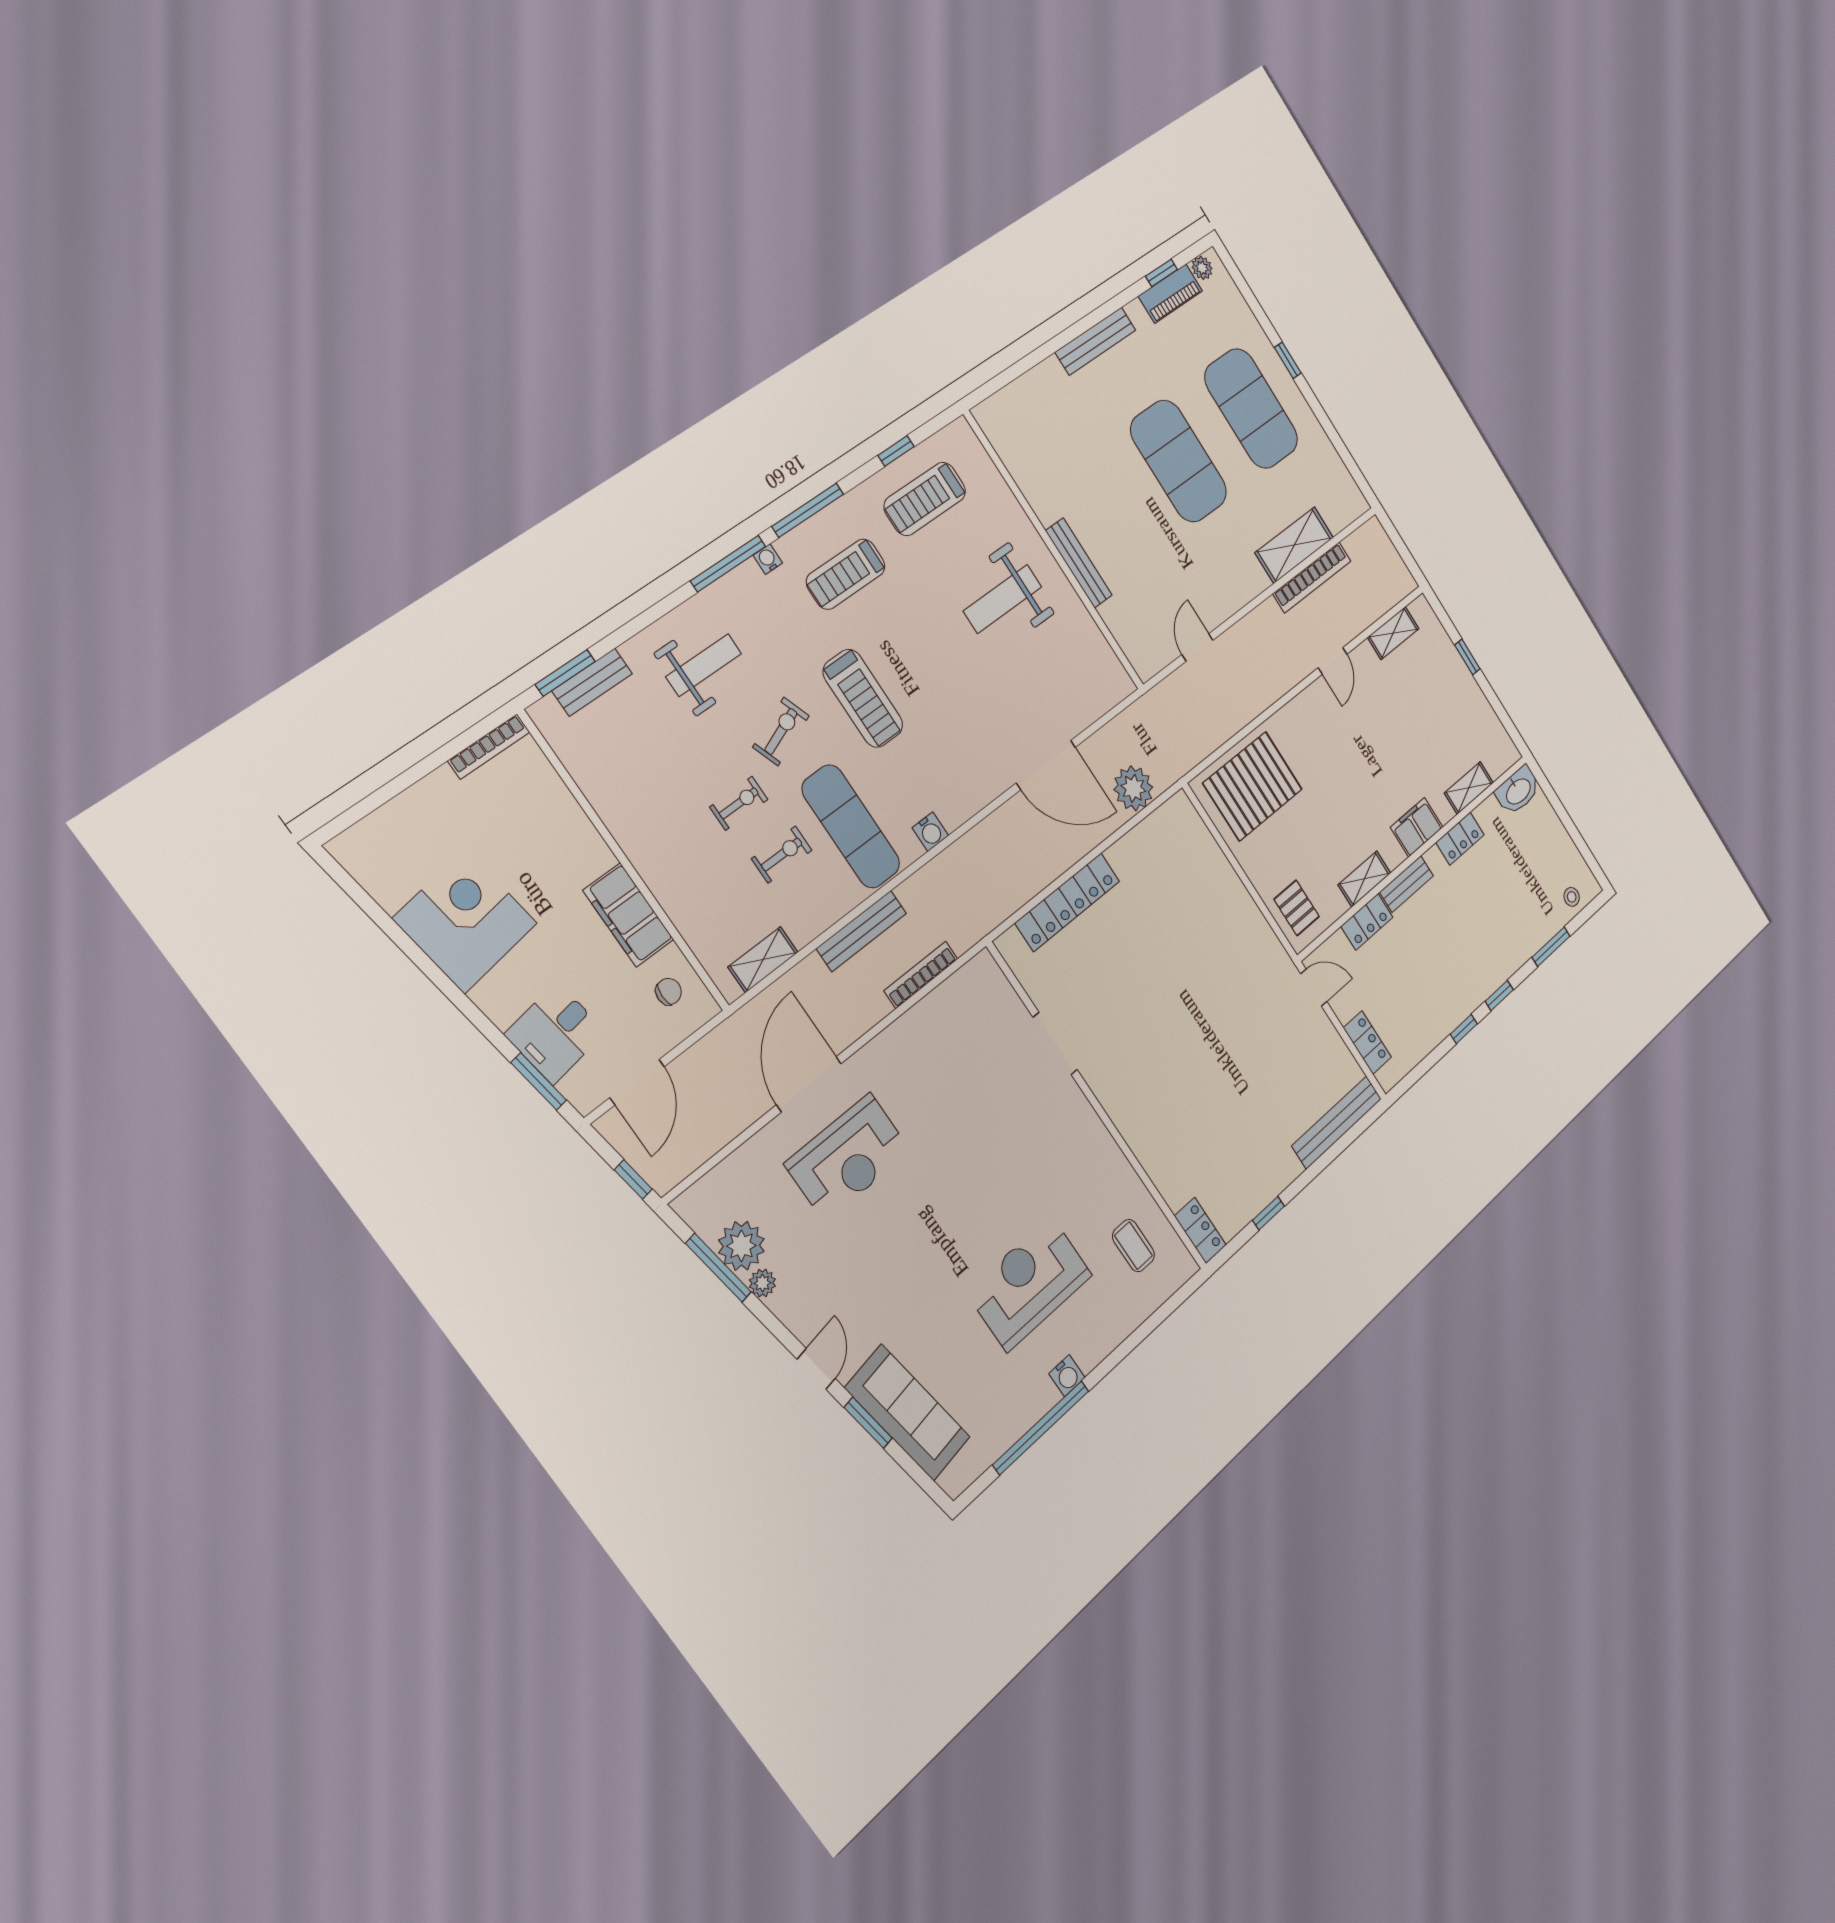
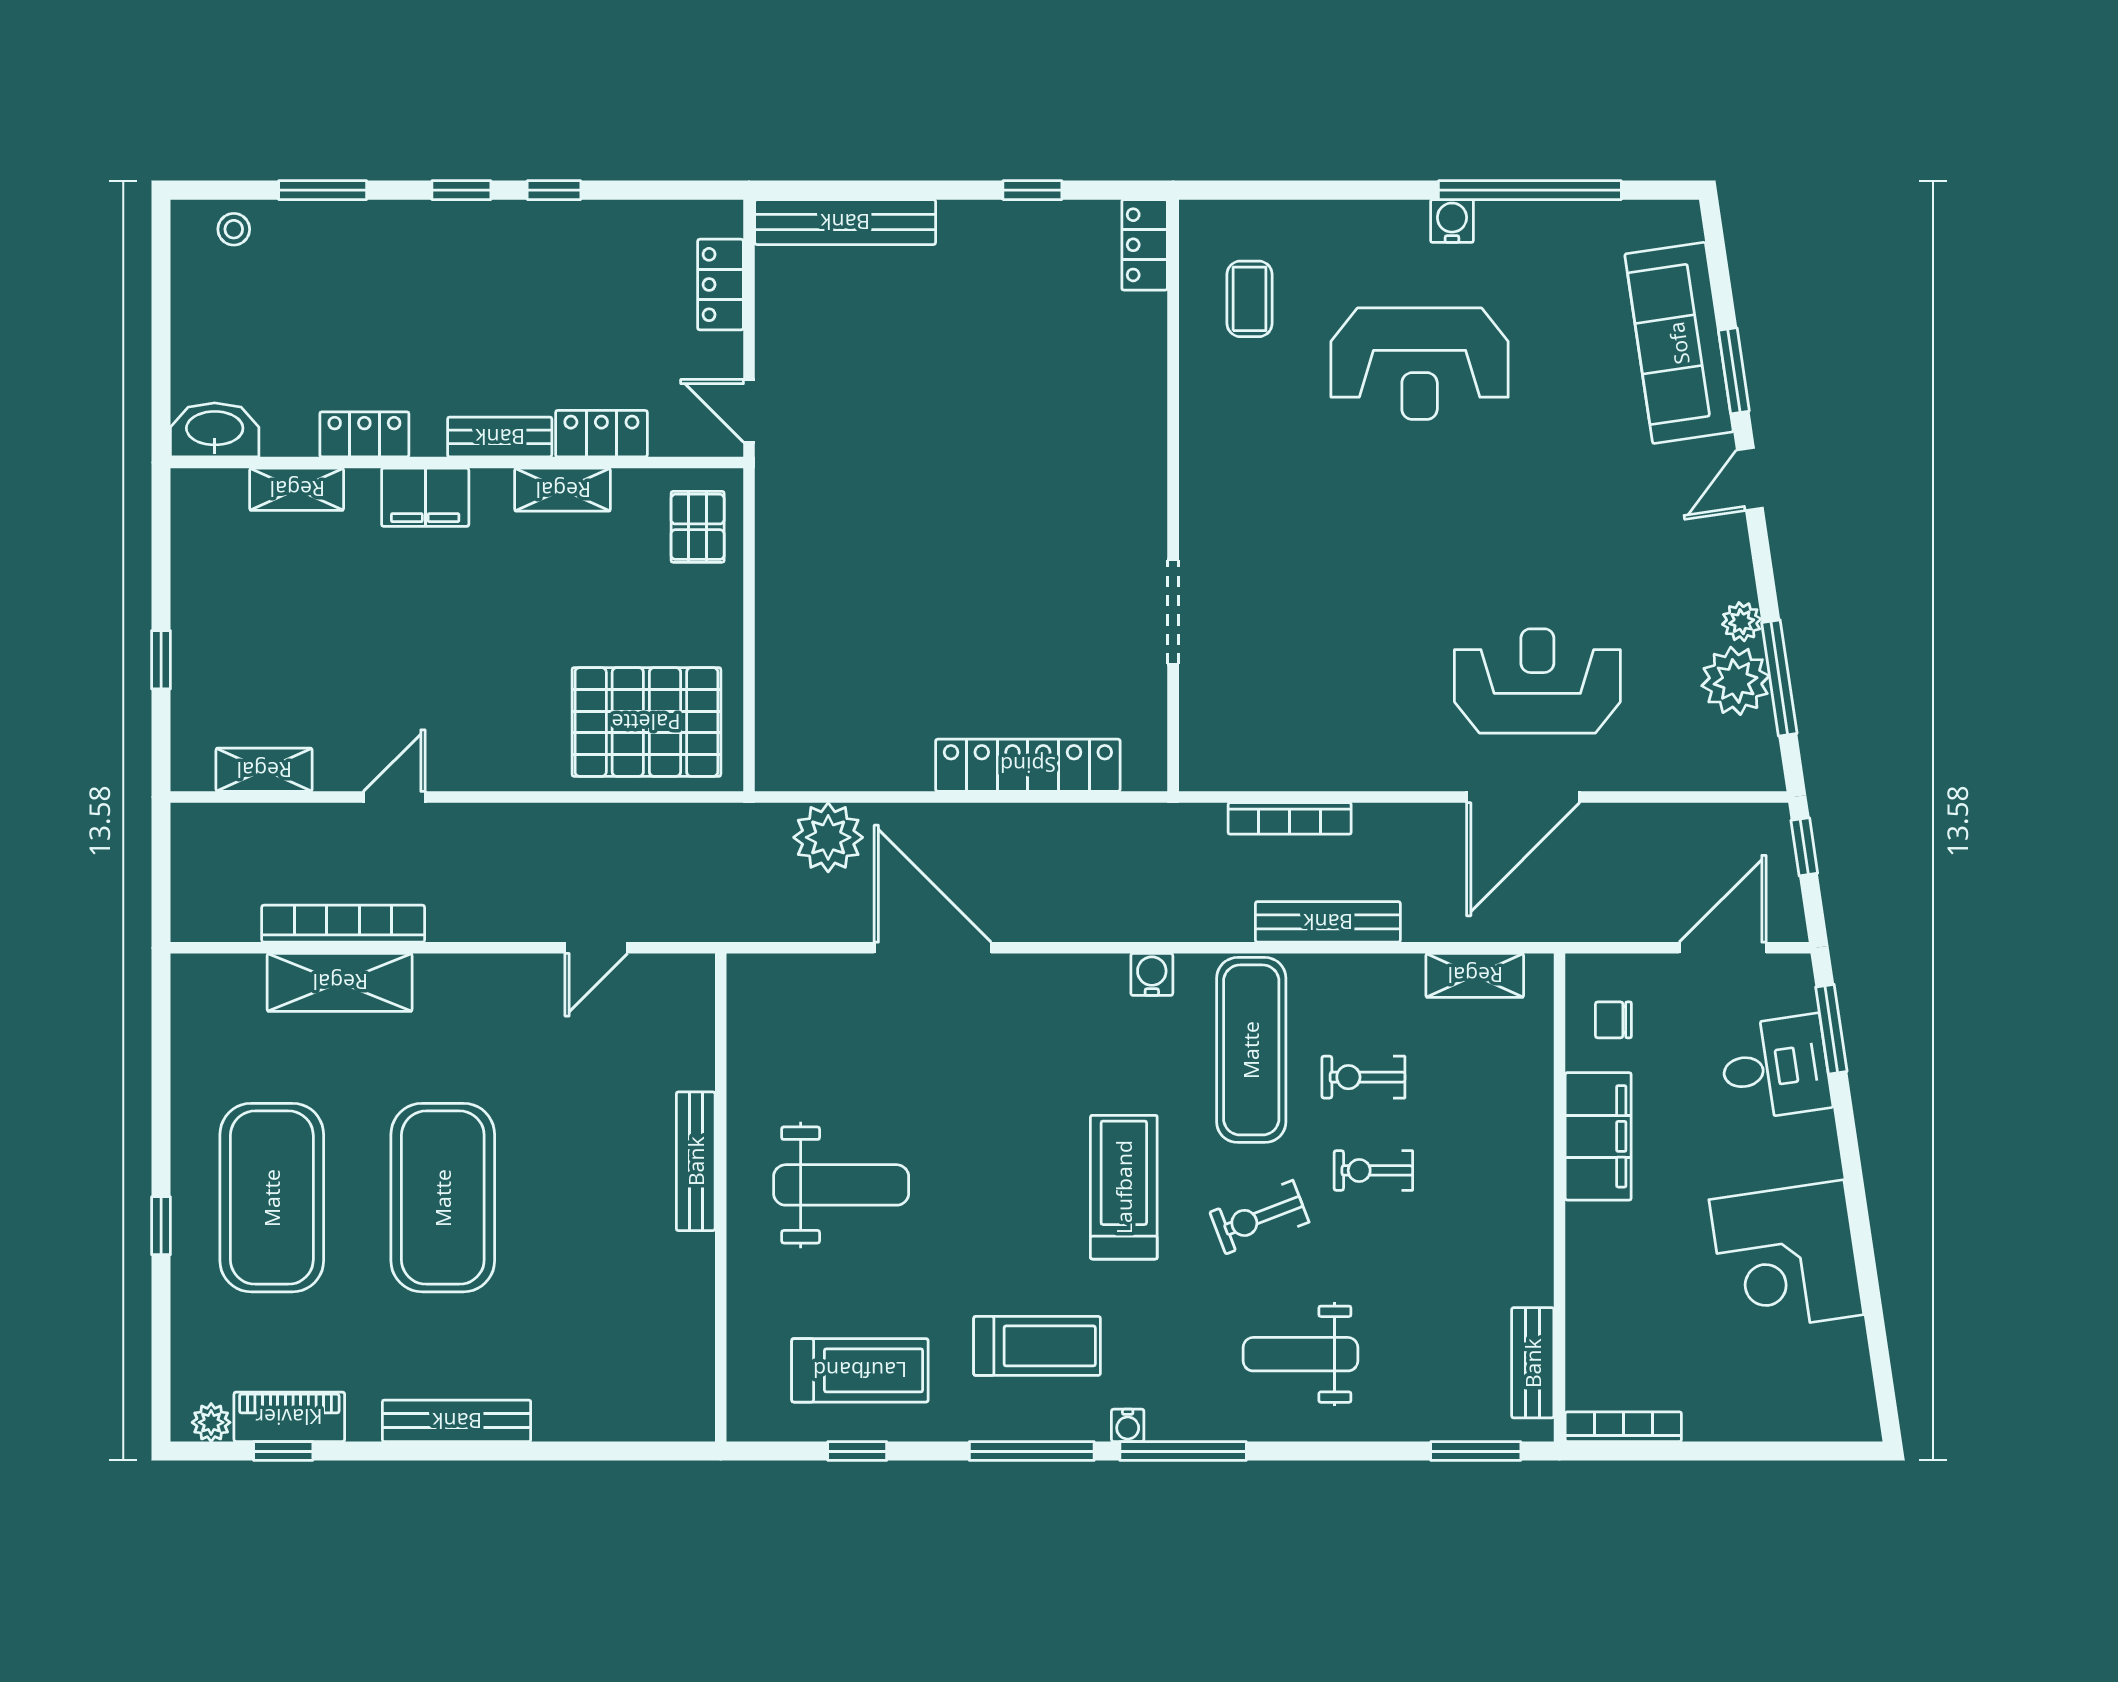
bench: (592, 682) -> (1533, 1363), moved, turned 90

